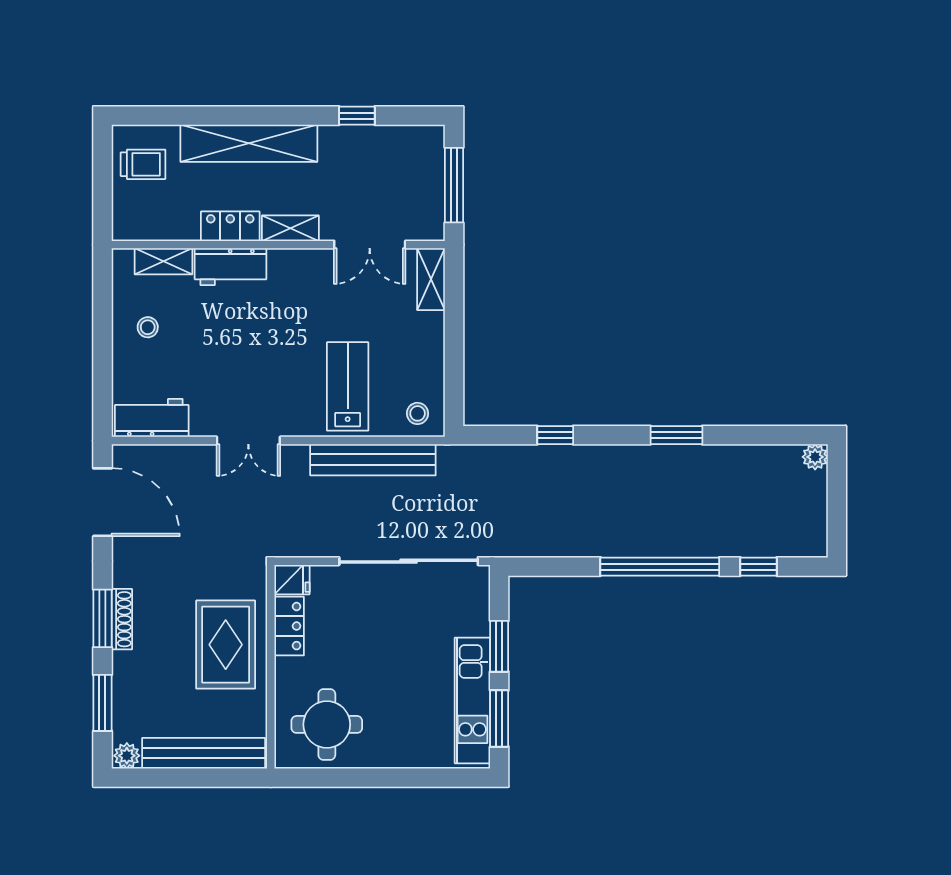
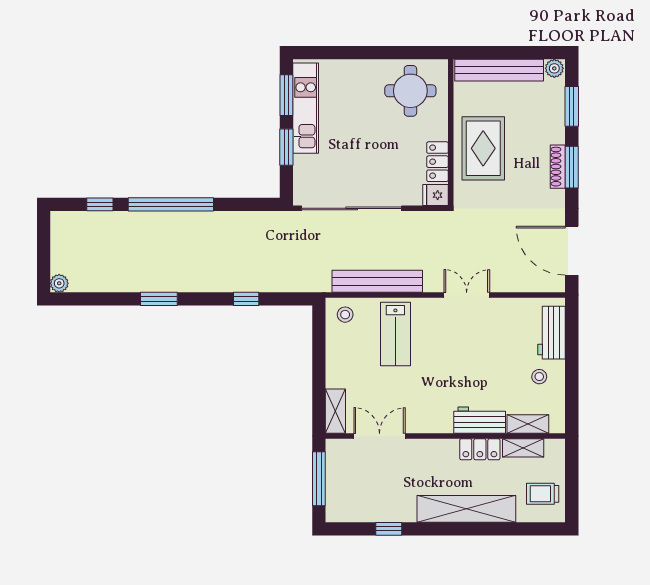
shelving: (290, 228) -> (523, 448), moved
workbench: (152, 418) -> (552, 333), moved, turned 90

